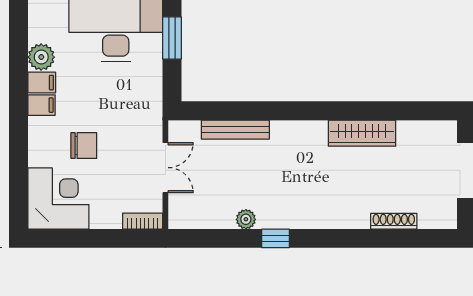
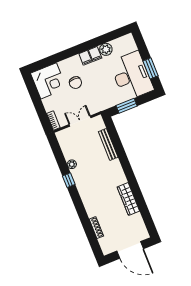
window: (172, 38) -> (127, 106), moved
double door: (165, 168) -> (80, 121), swing flipped

